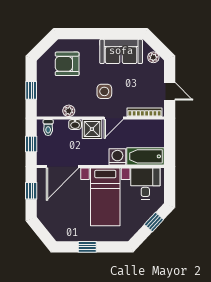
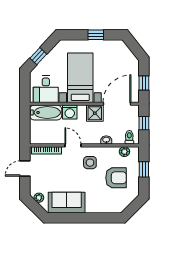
armchair: (67, 64) -> (116, 178), moved
side table: (104, 91) -> (90, 163), moved
door: (170, 91) -> (25, 168), hinge flipped
plant: (69, 111) -> (124, 152), moved
door: (114, 118) -> (73, 145), hinge flipped
shower: (92, 129) -> (95, 113), moved

